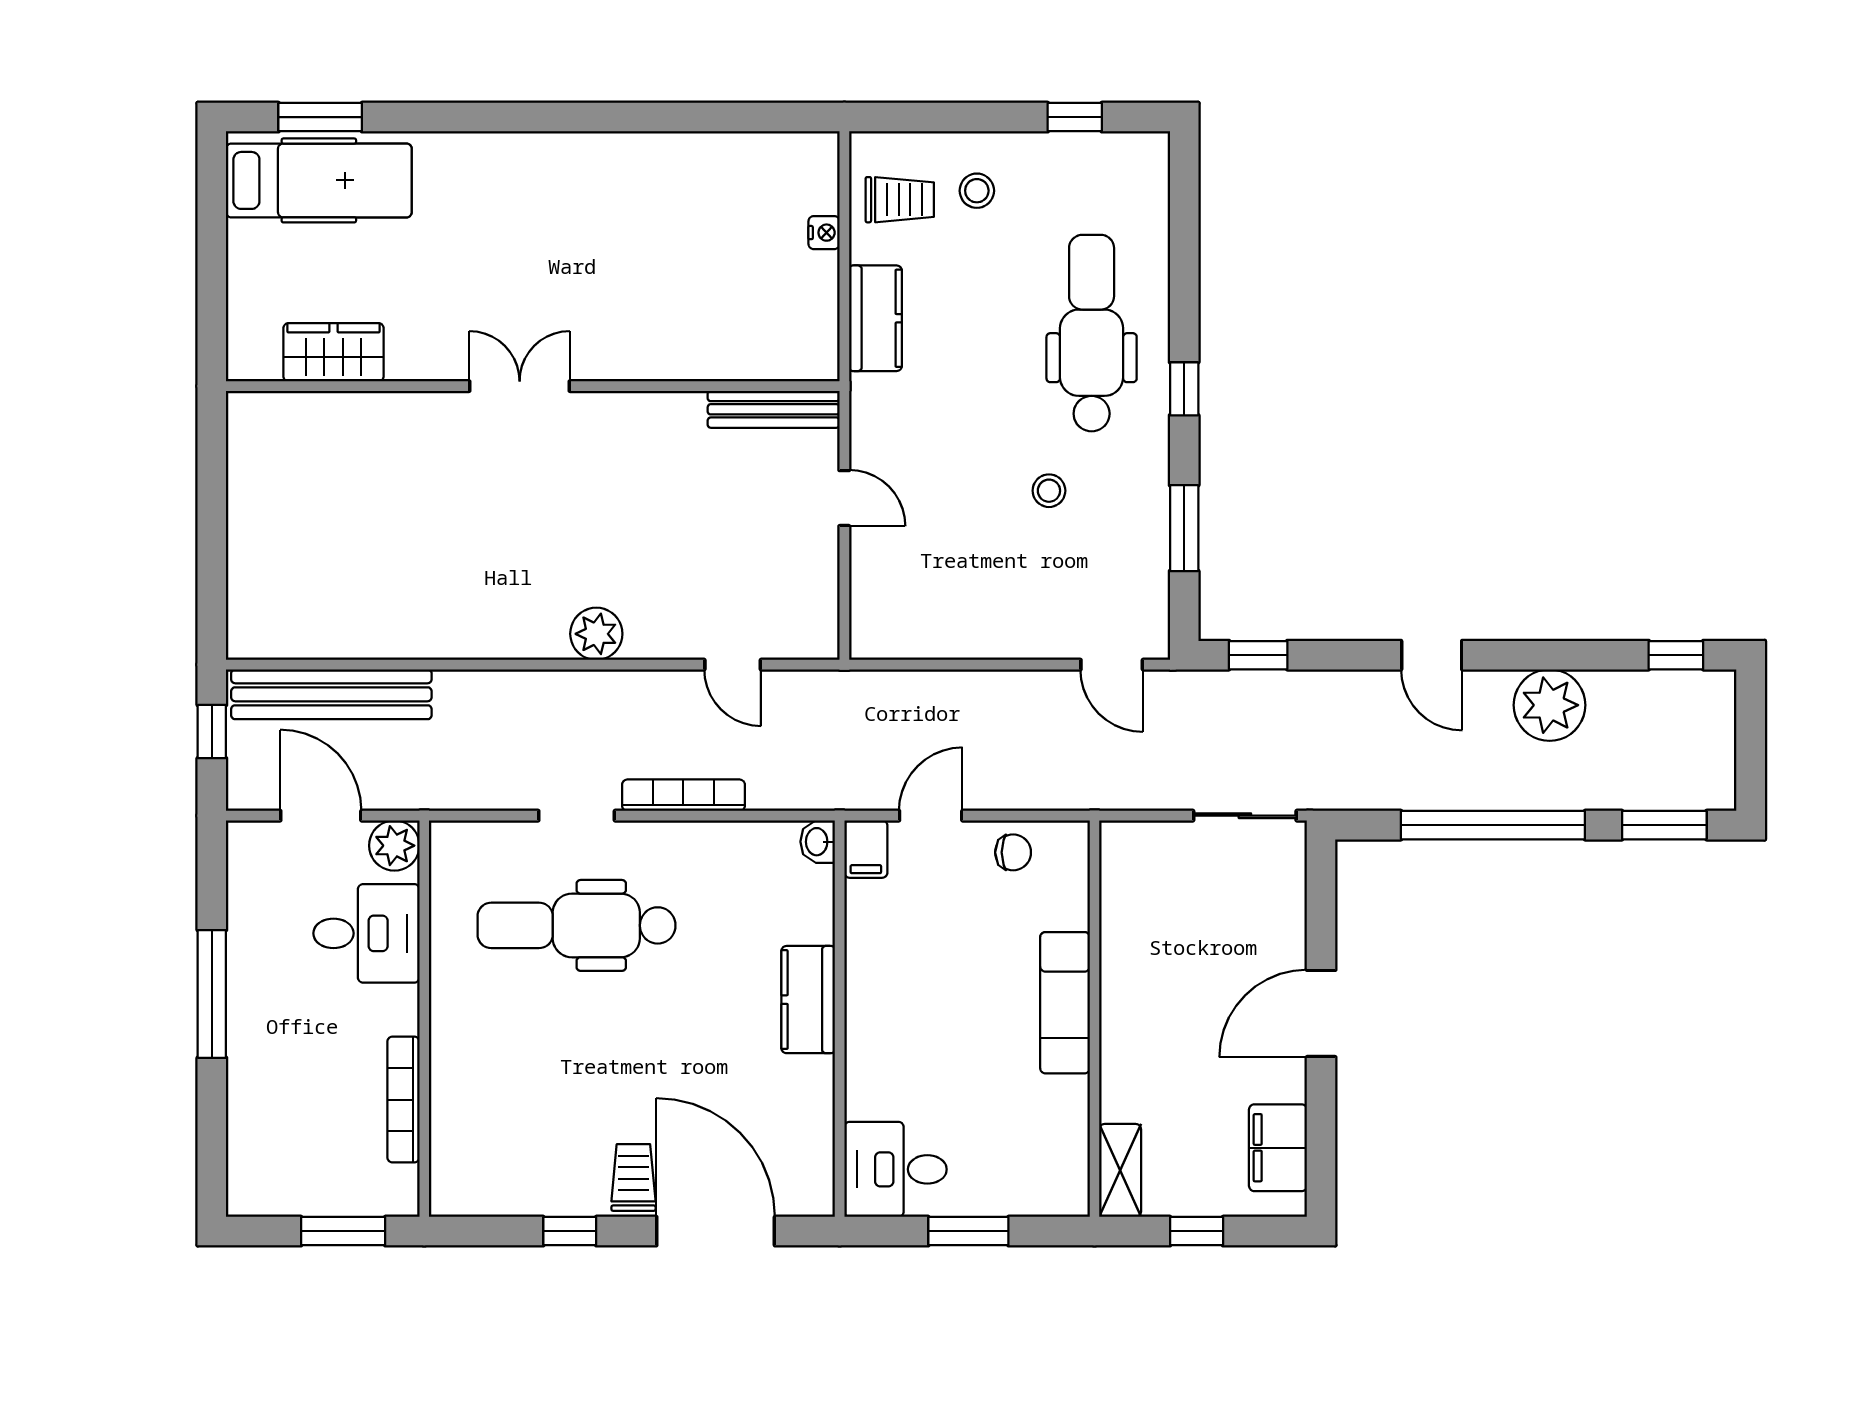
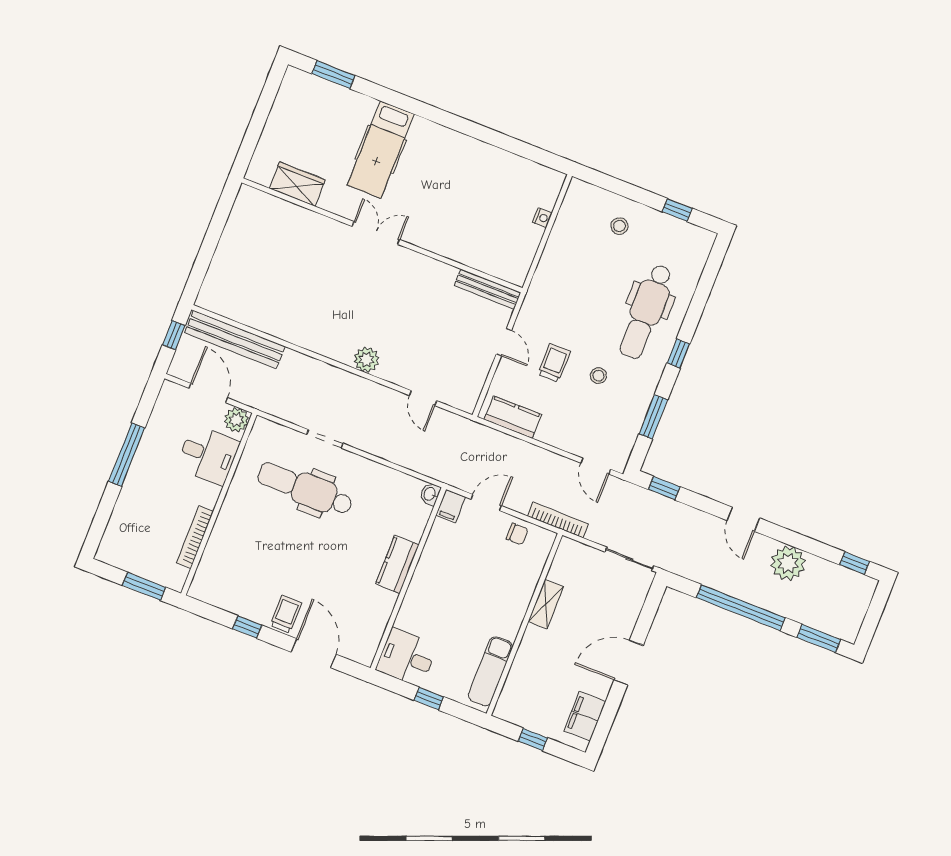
hospital bed: (319, 180) -> (381, 150), moved, turned 90
trolley: (900, 200) -> (554, 363), moved, turned -90
kitchen counter: (875, 318) -> (513, 417), moved, turned -90
dental chair: (1092, 333) -> (646, 311), turned 180
bookcase: (683, 795) -> (558, 520), moved
exam couch: (1065, 1003) -> (490, 671), moved
shelving: (1120, 1170) -> (546, 604), moved
door: (716, 1231) -> (314, 653), width x0.73
window: (968, 1231) -> (429, 699), width x0.67

